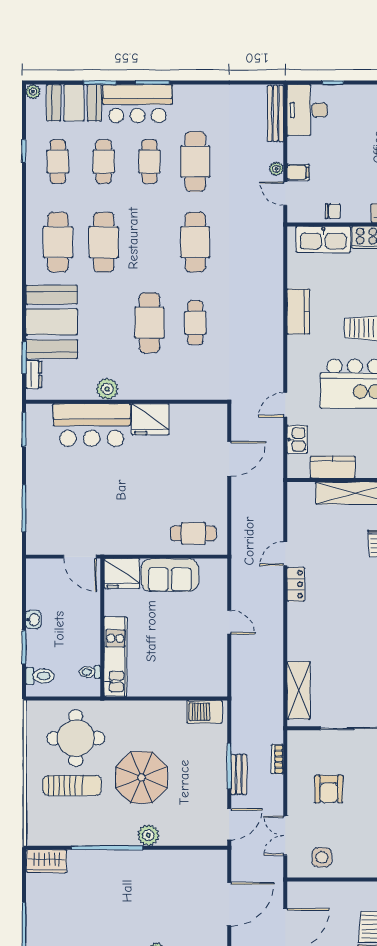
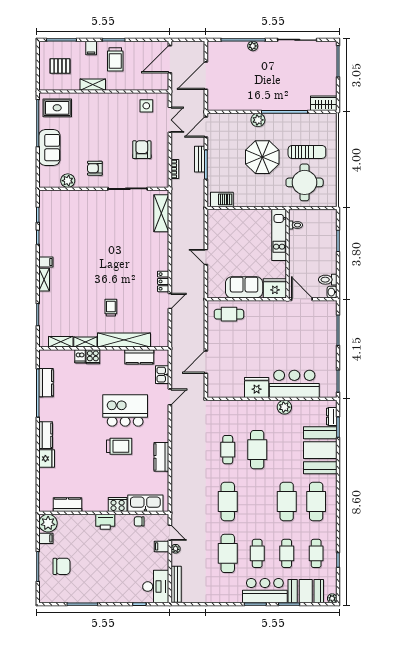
washbasin: (33, 620) -> (332, 292), moved
toilet: (40, 676) -> (328, 280), moved
sun lounger: (72, 786) -> (307, 152), turned 180

